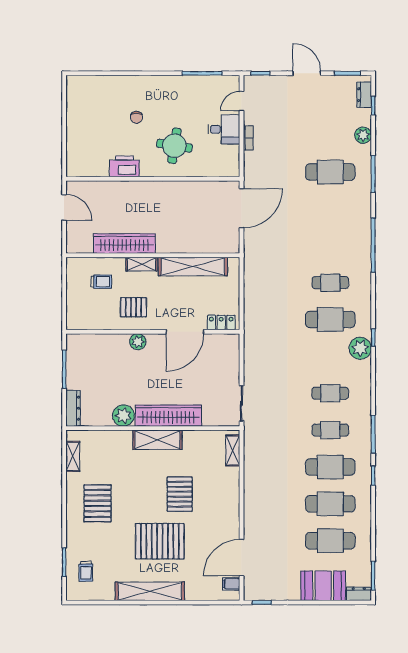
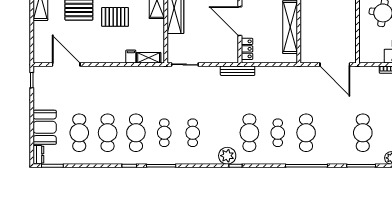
cafe table: (330, 246) -> (306, 133), added
bench: (250, 335) -> (238, 71), added
filing cabinet: (231, 584) -> (131, 57), moved

